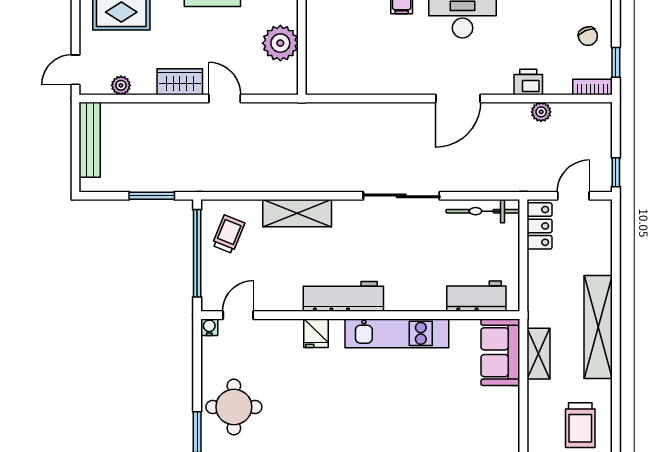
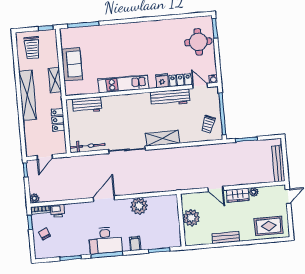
plant: (387, 77) -> (139, 206), added
printer: (528, 82) -> (57, 211), moved
plant: (121, 85) -> (254, 192), moved
plant: (541, 112) -> (34, 198), moved
shelving: (297, 213) -> (163, 138), moved
locker: (539, 226) -> (58, 120), moved
workbench: (343, 296) -> (170, 98), moved
door: (238, 315) -> (200, 86), swing flipped
locker: (278, 331) -> (180, 80), added
sofa: (500, 352) -> (72, 64), moved
trolley: (580, 425) -> (32, 48), turned 180

